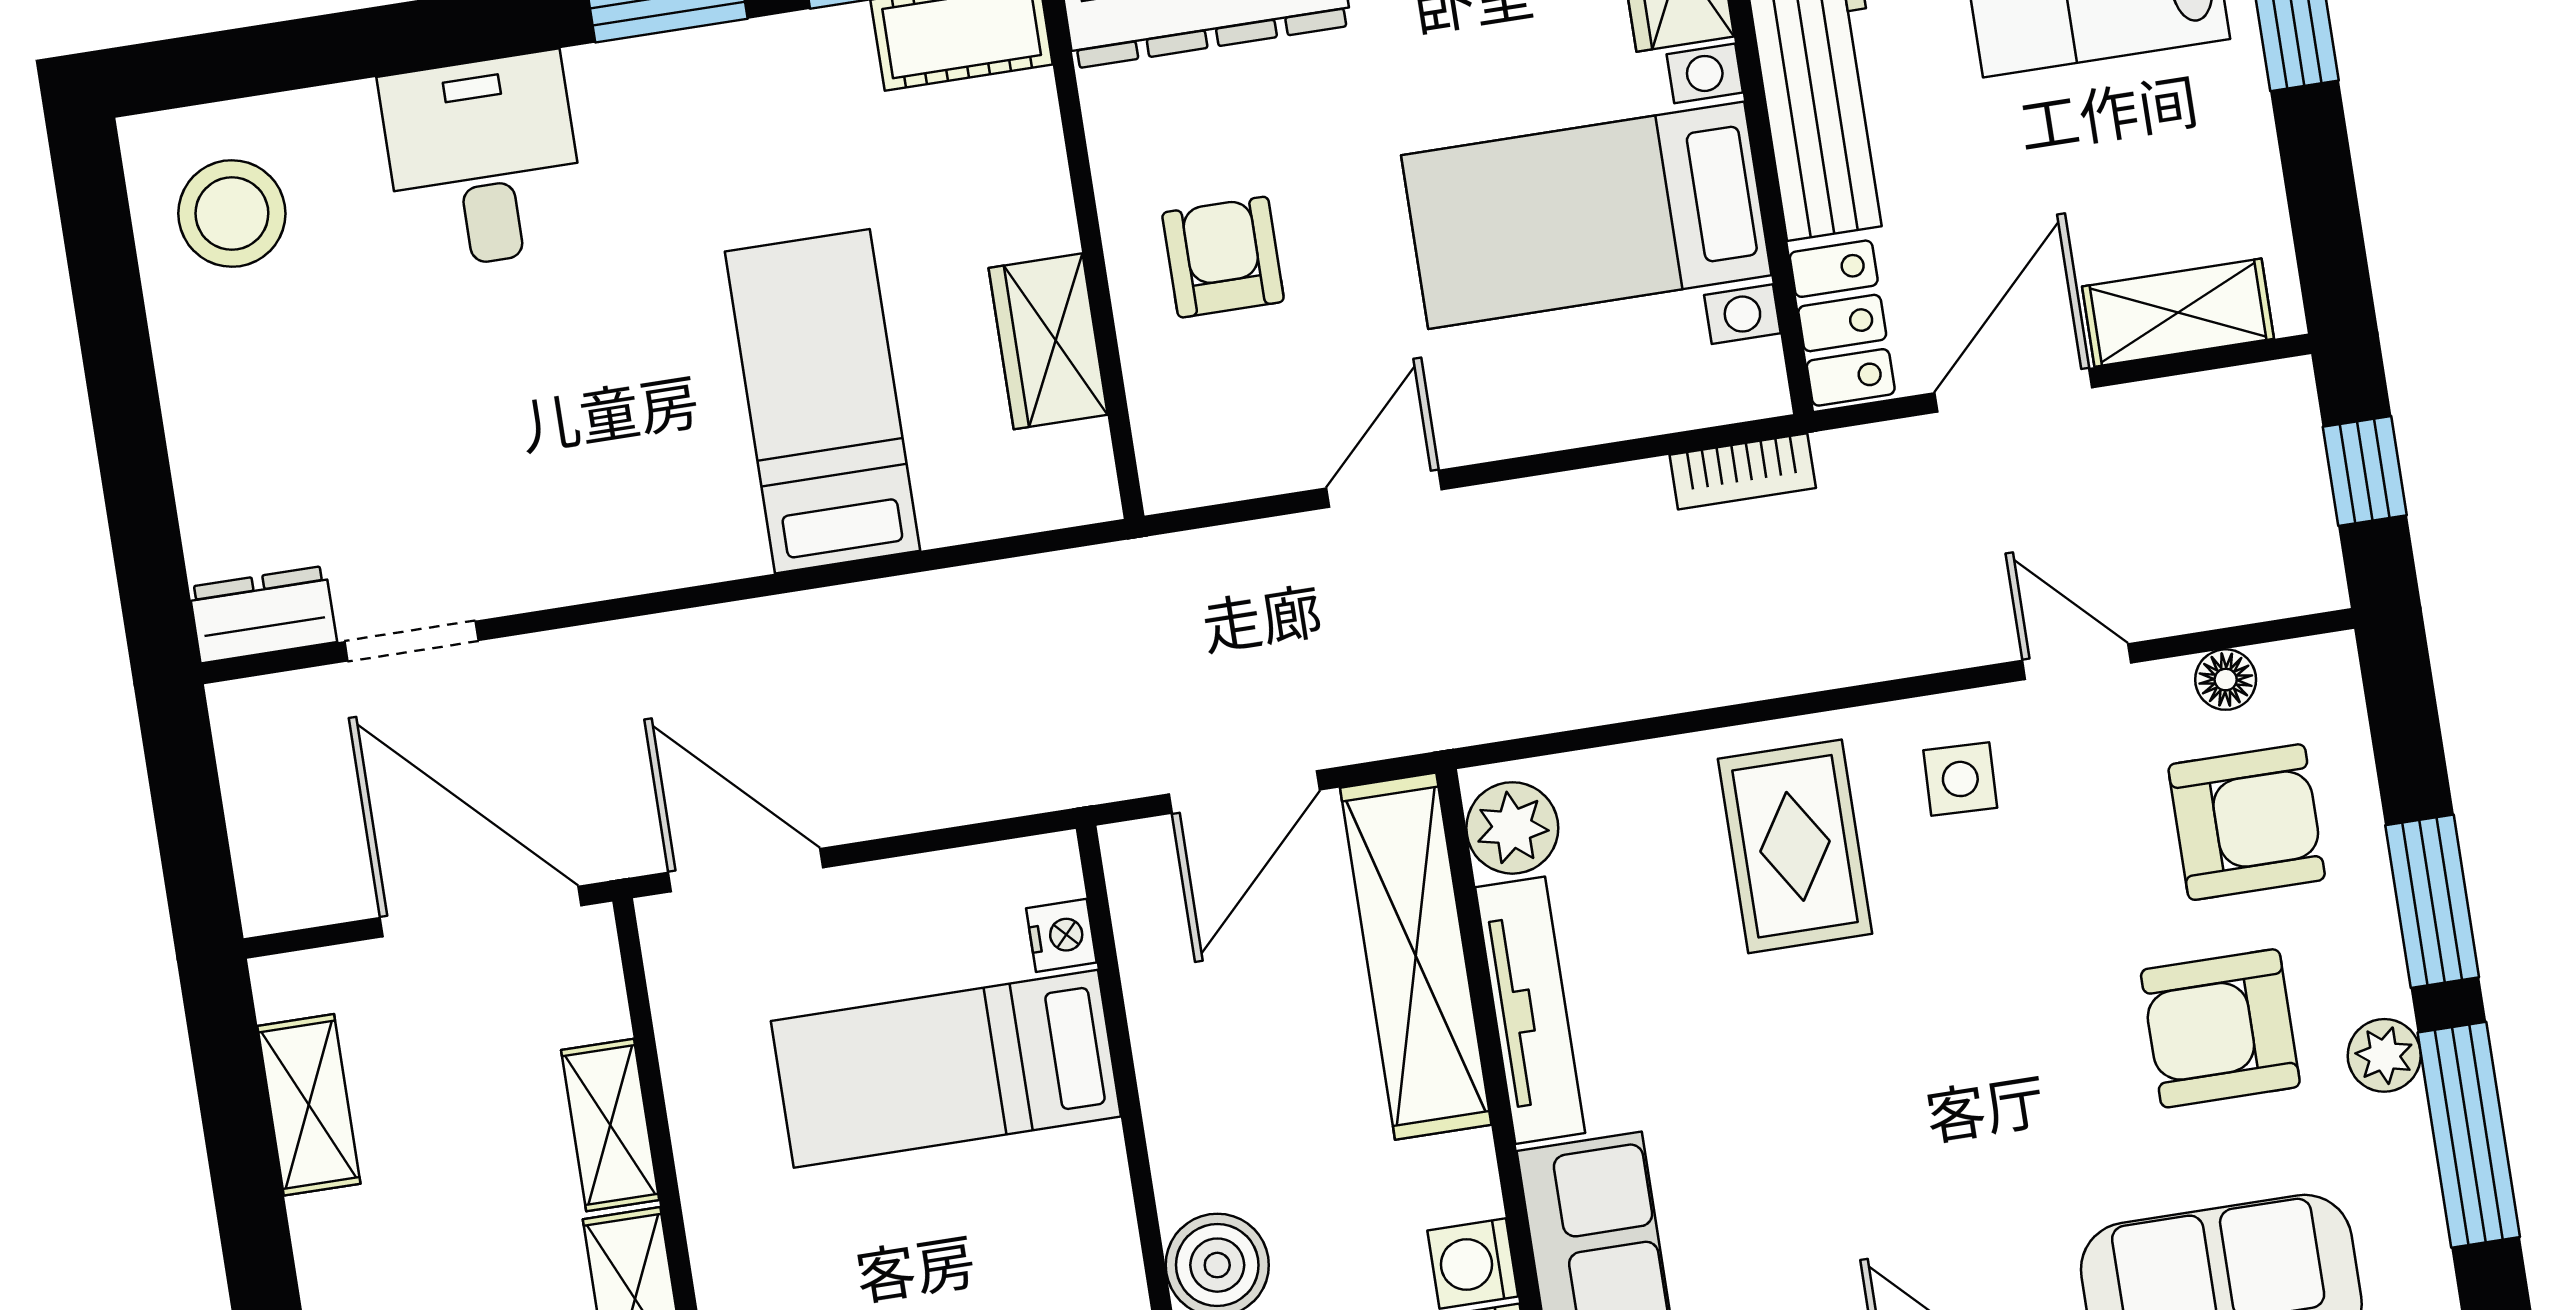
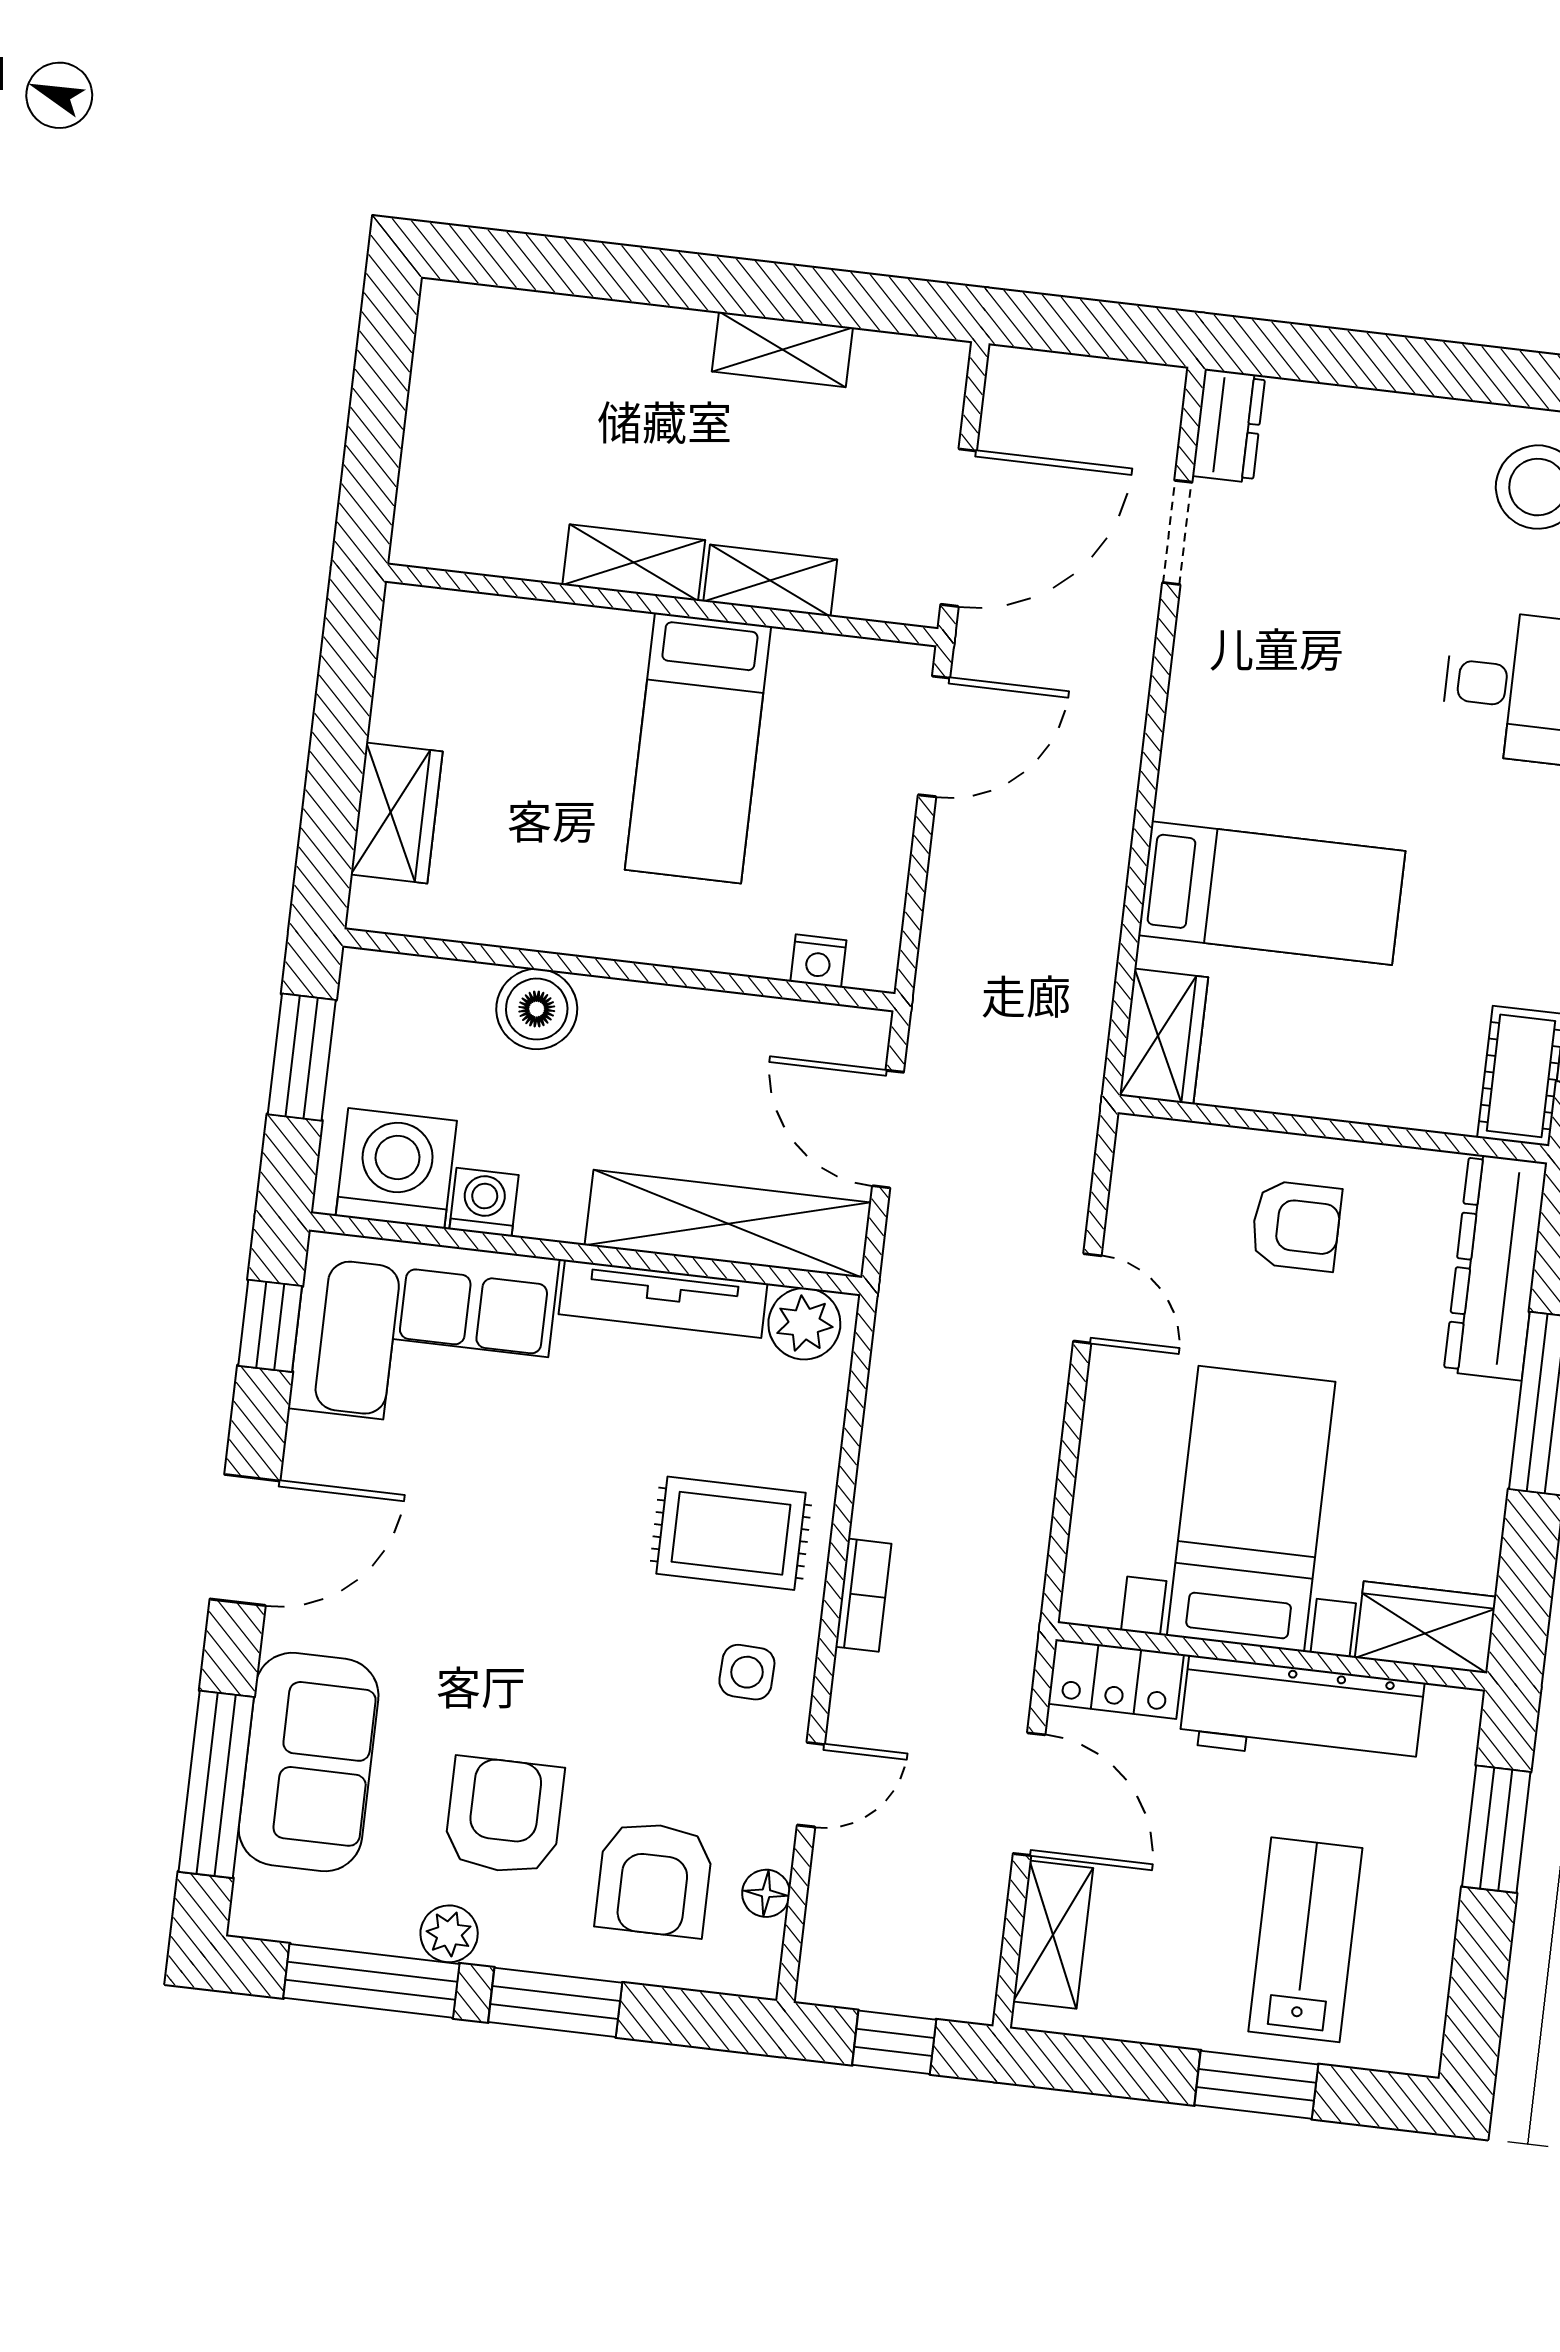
wardrobe: (1048, 341) -> (1164, 1036), moved, turned 90
bookcase: (1743, 471) -> (863, 1595), moved, turned 180
bed: (946, 1069) -> (698, 748), moved, turned 180
shelving: (309, 1105) -> (782, 349), moved

